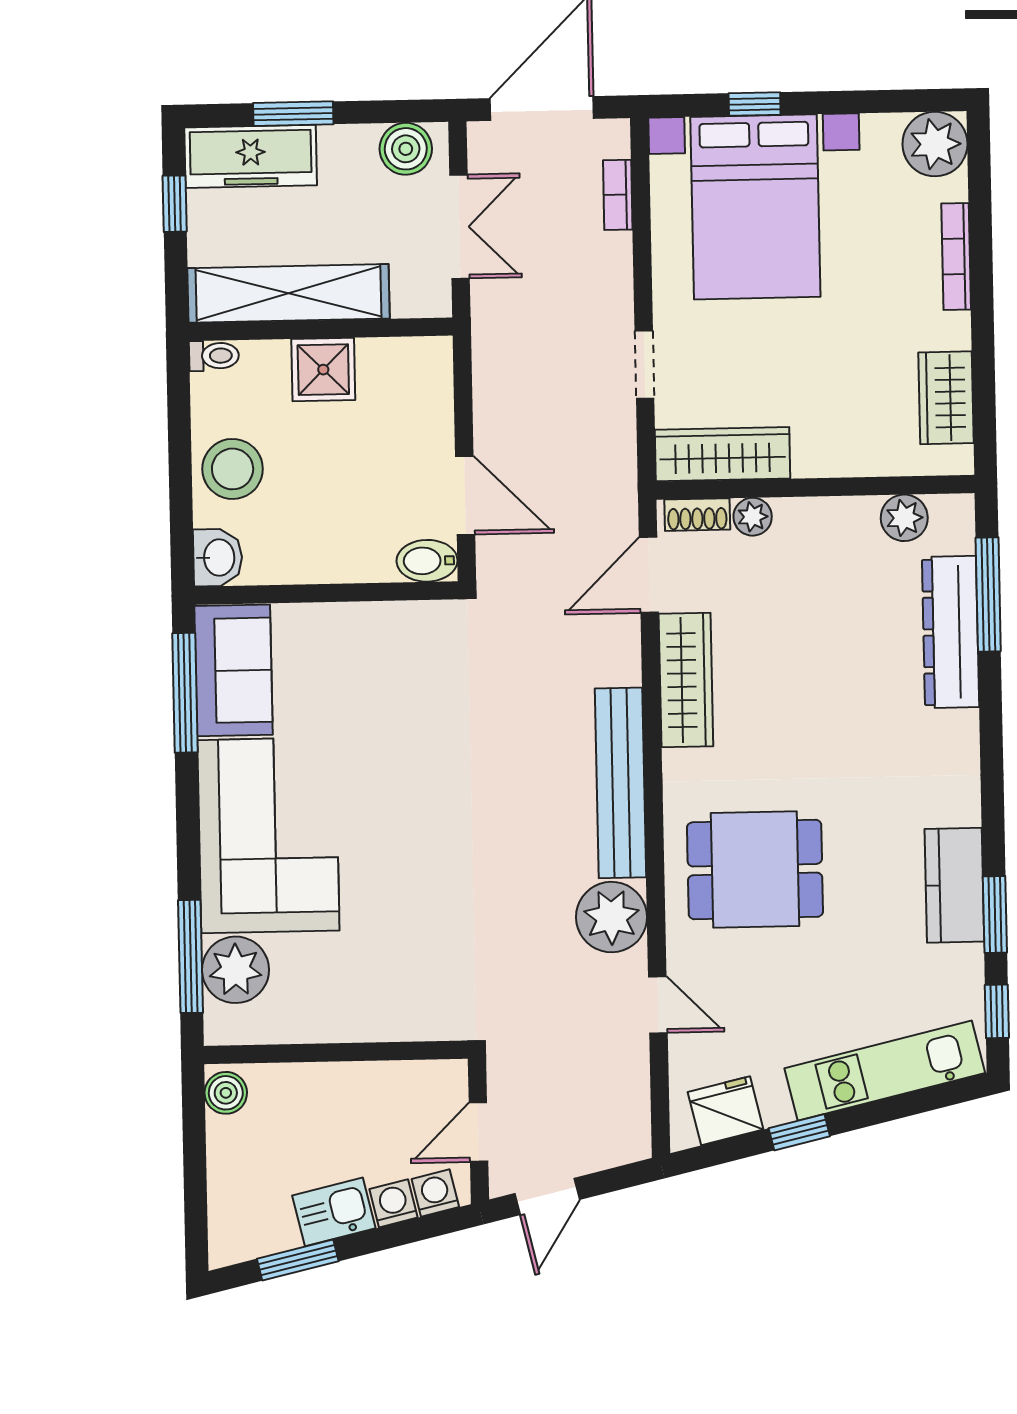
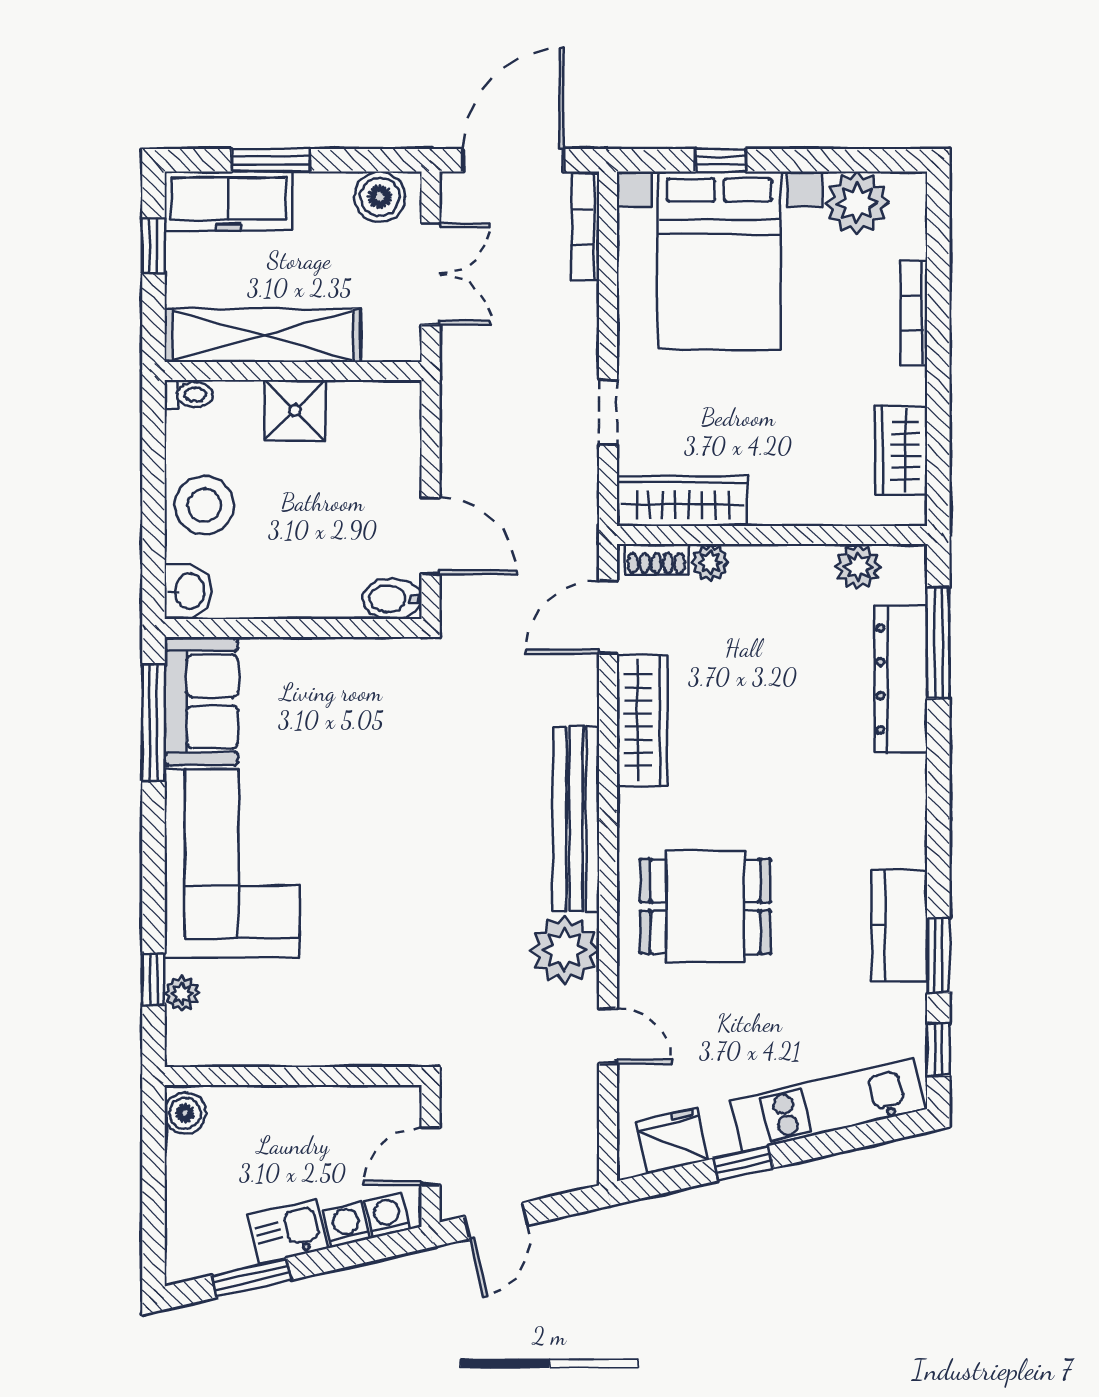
plant: (935, 144) -> (857, 203), moved
bookcase: (618, 195) -> (585, 227), width x1.56
window: (190, 956) -> (153, 979), width x0.46
plant: (236, 970) -> (182, 994), width x0.53, depth x0.53

